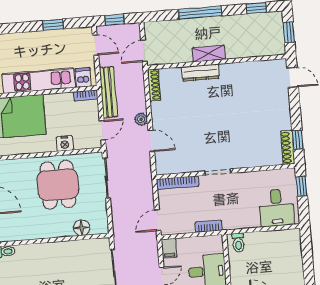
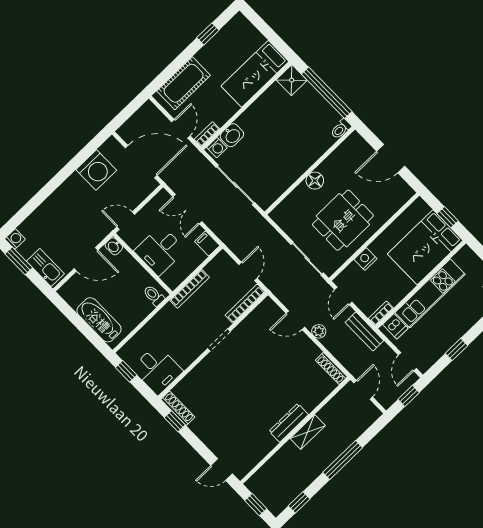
door: (95, 45) -> (407, 362), hinge flipped
dresser: (200, 73) -> (289, 423), moved
bench: (108, 92) -> (364, 331), width x0.73
dining table: (58, 185) -> (343, 220), turned 90
window: (302, 186) -> (126, 371), moved
desk: (277, 208) -> (157, 370), moved, turned 180
door: (158, 220) -> (248, 271), moved
bookcase: (209, 226) -> (190, 289), width x1.56
floor lamp: (82, 228) -> (315, 181), moved
bathtub: (292, 258) -> (99, 320), added

